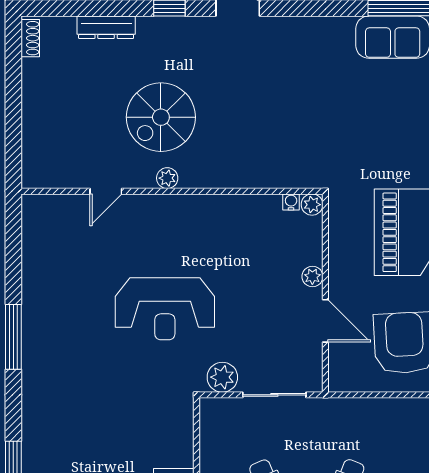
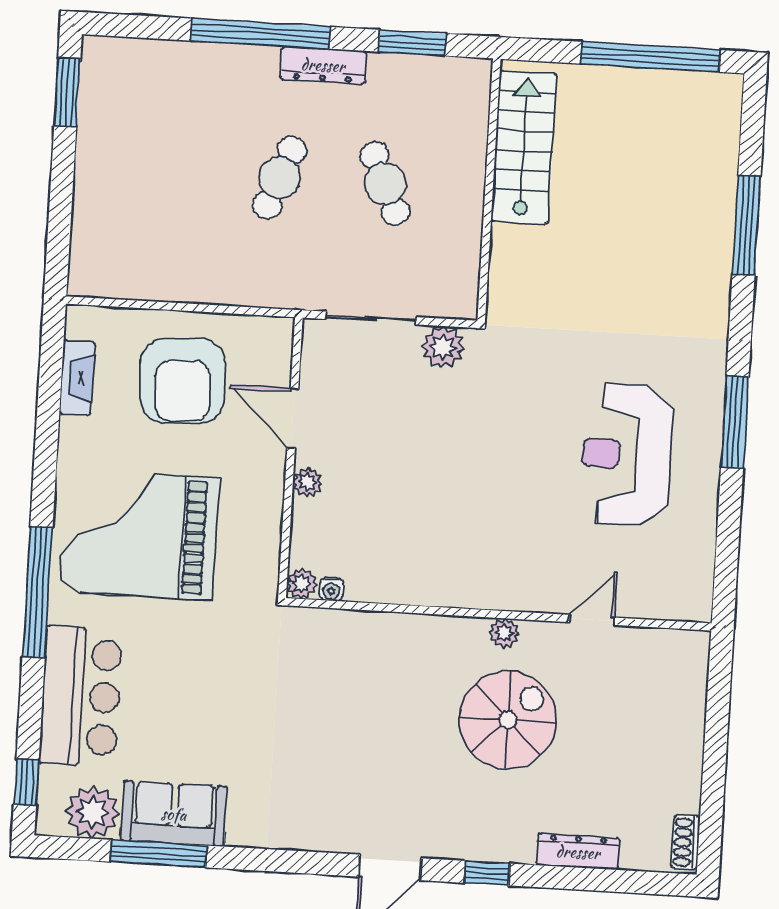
reception desk: (165, 309) -> (627, 455), moved, turned -90

